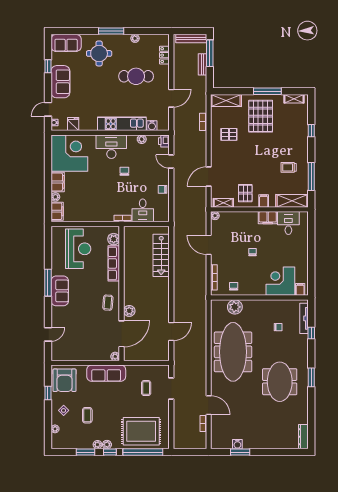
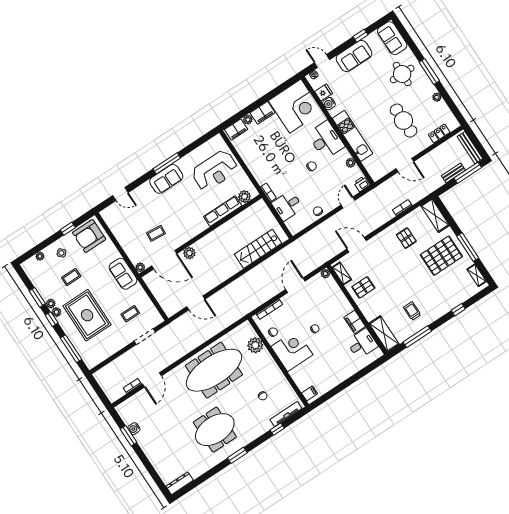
water cooler: (152, 126) -> (329, 104), moved
filing cabinet: (264, 201) -> (367, 308), removed
corner desk: (280, 281) -> (292, 351), moved
coffee table: (108, 303) -> (156, 233), moved
sofa: (106, 373) -> (123, 274), width x0.73
rug: (141, 431) -> (87, 315), moved
window: (143, 452) -> (71, 349), width x0.68

